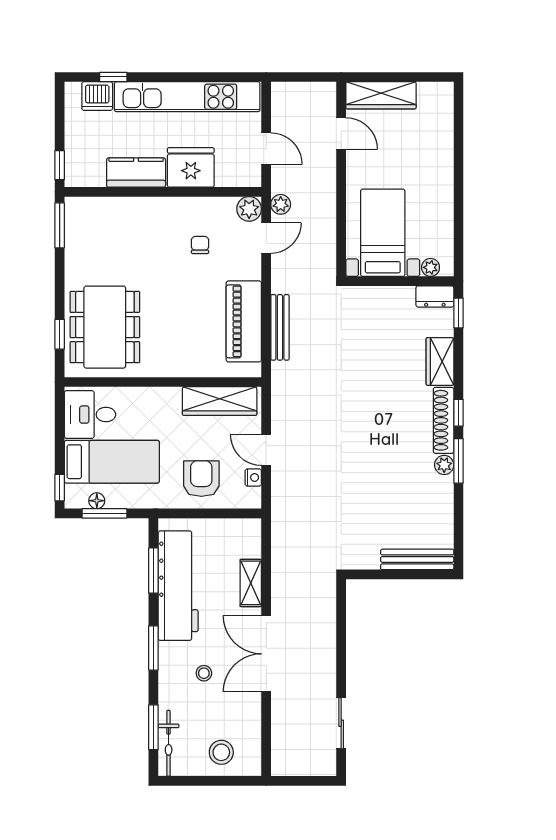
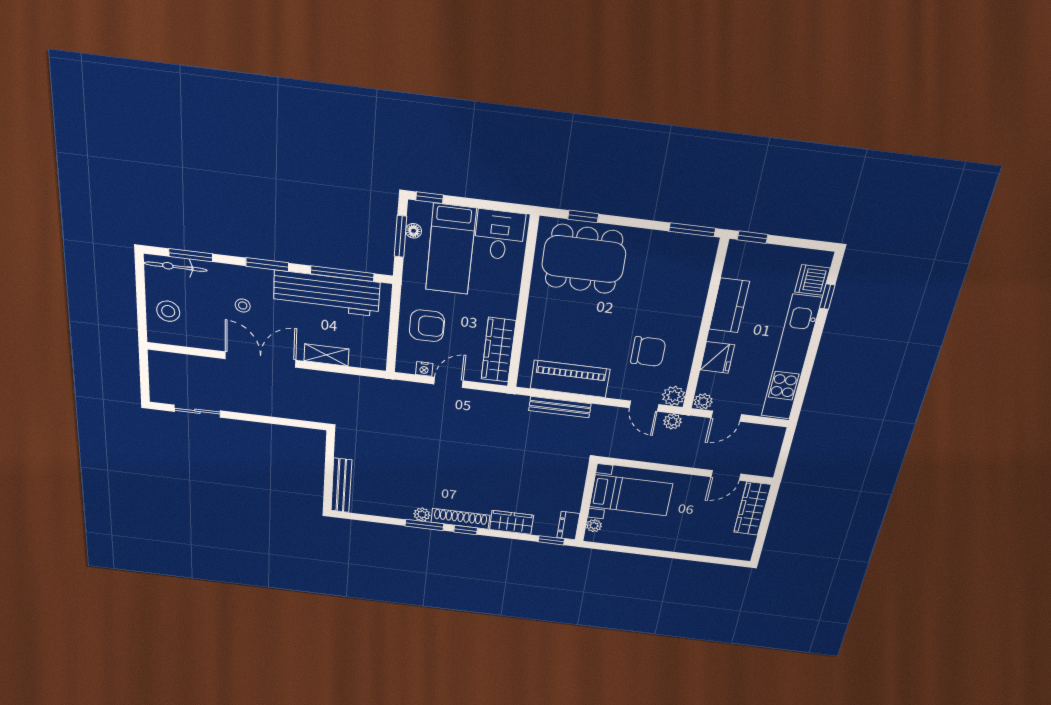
fridge: (191, 167) -> (717, 357), width x0.73, depth x0.75
plant: (251, 177) -> (703, 401), added
chair: (200, 245) -> (648, 352), width x1.87, depth x1.87
window: (153, 570) -> (342, 274), width x1.44

